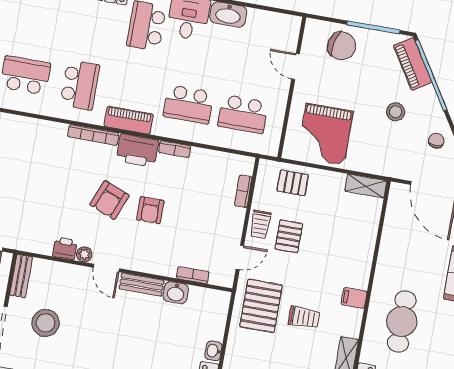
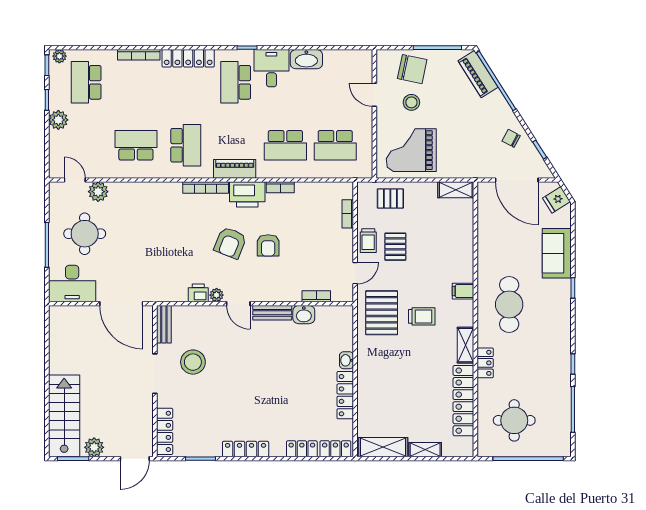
stool: (396, 112) -> (411, 102), moved
grand piano: (325, 134) -> (411, 150), turned 90
chair: (436, 141) -> (511, 138), turned -62

